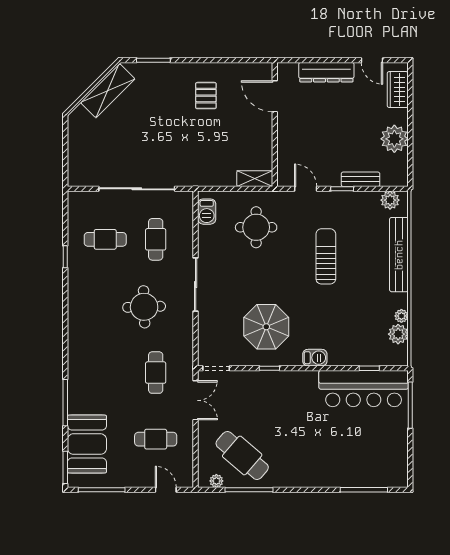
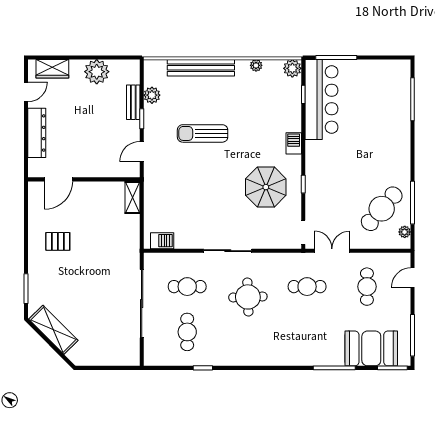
plant: (390, 200) -> (152, 95), moved
round table: (256, 227) -> (176, 196), removed
plant: (398, 334) -> (292, 68), moved

